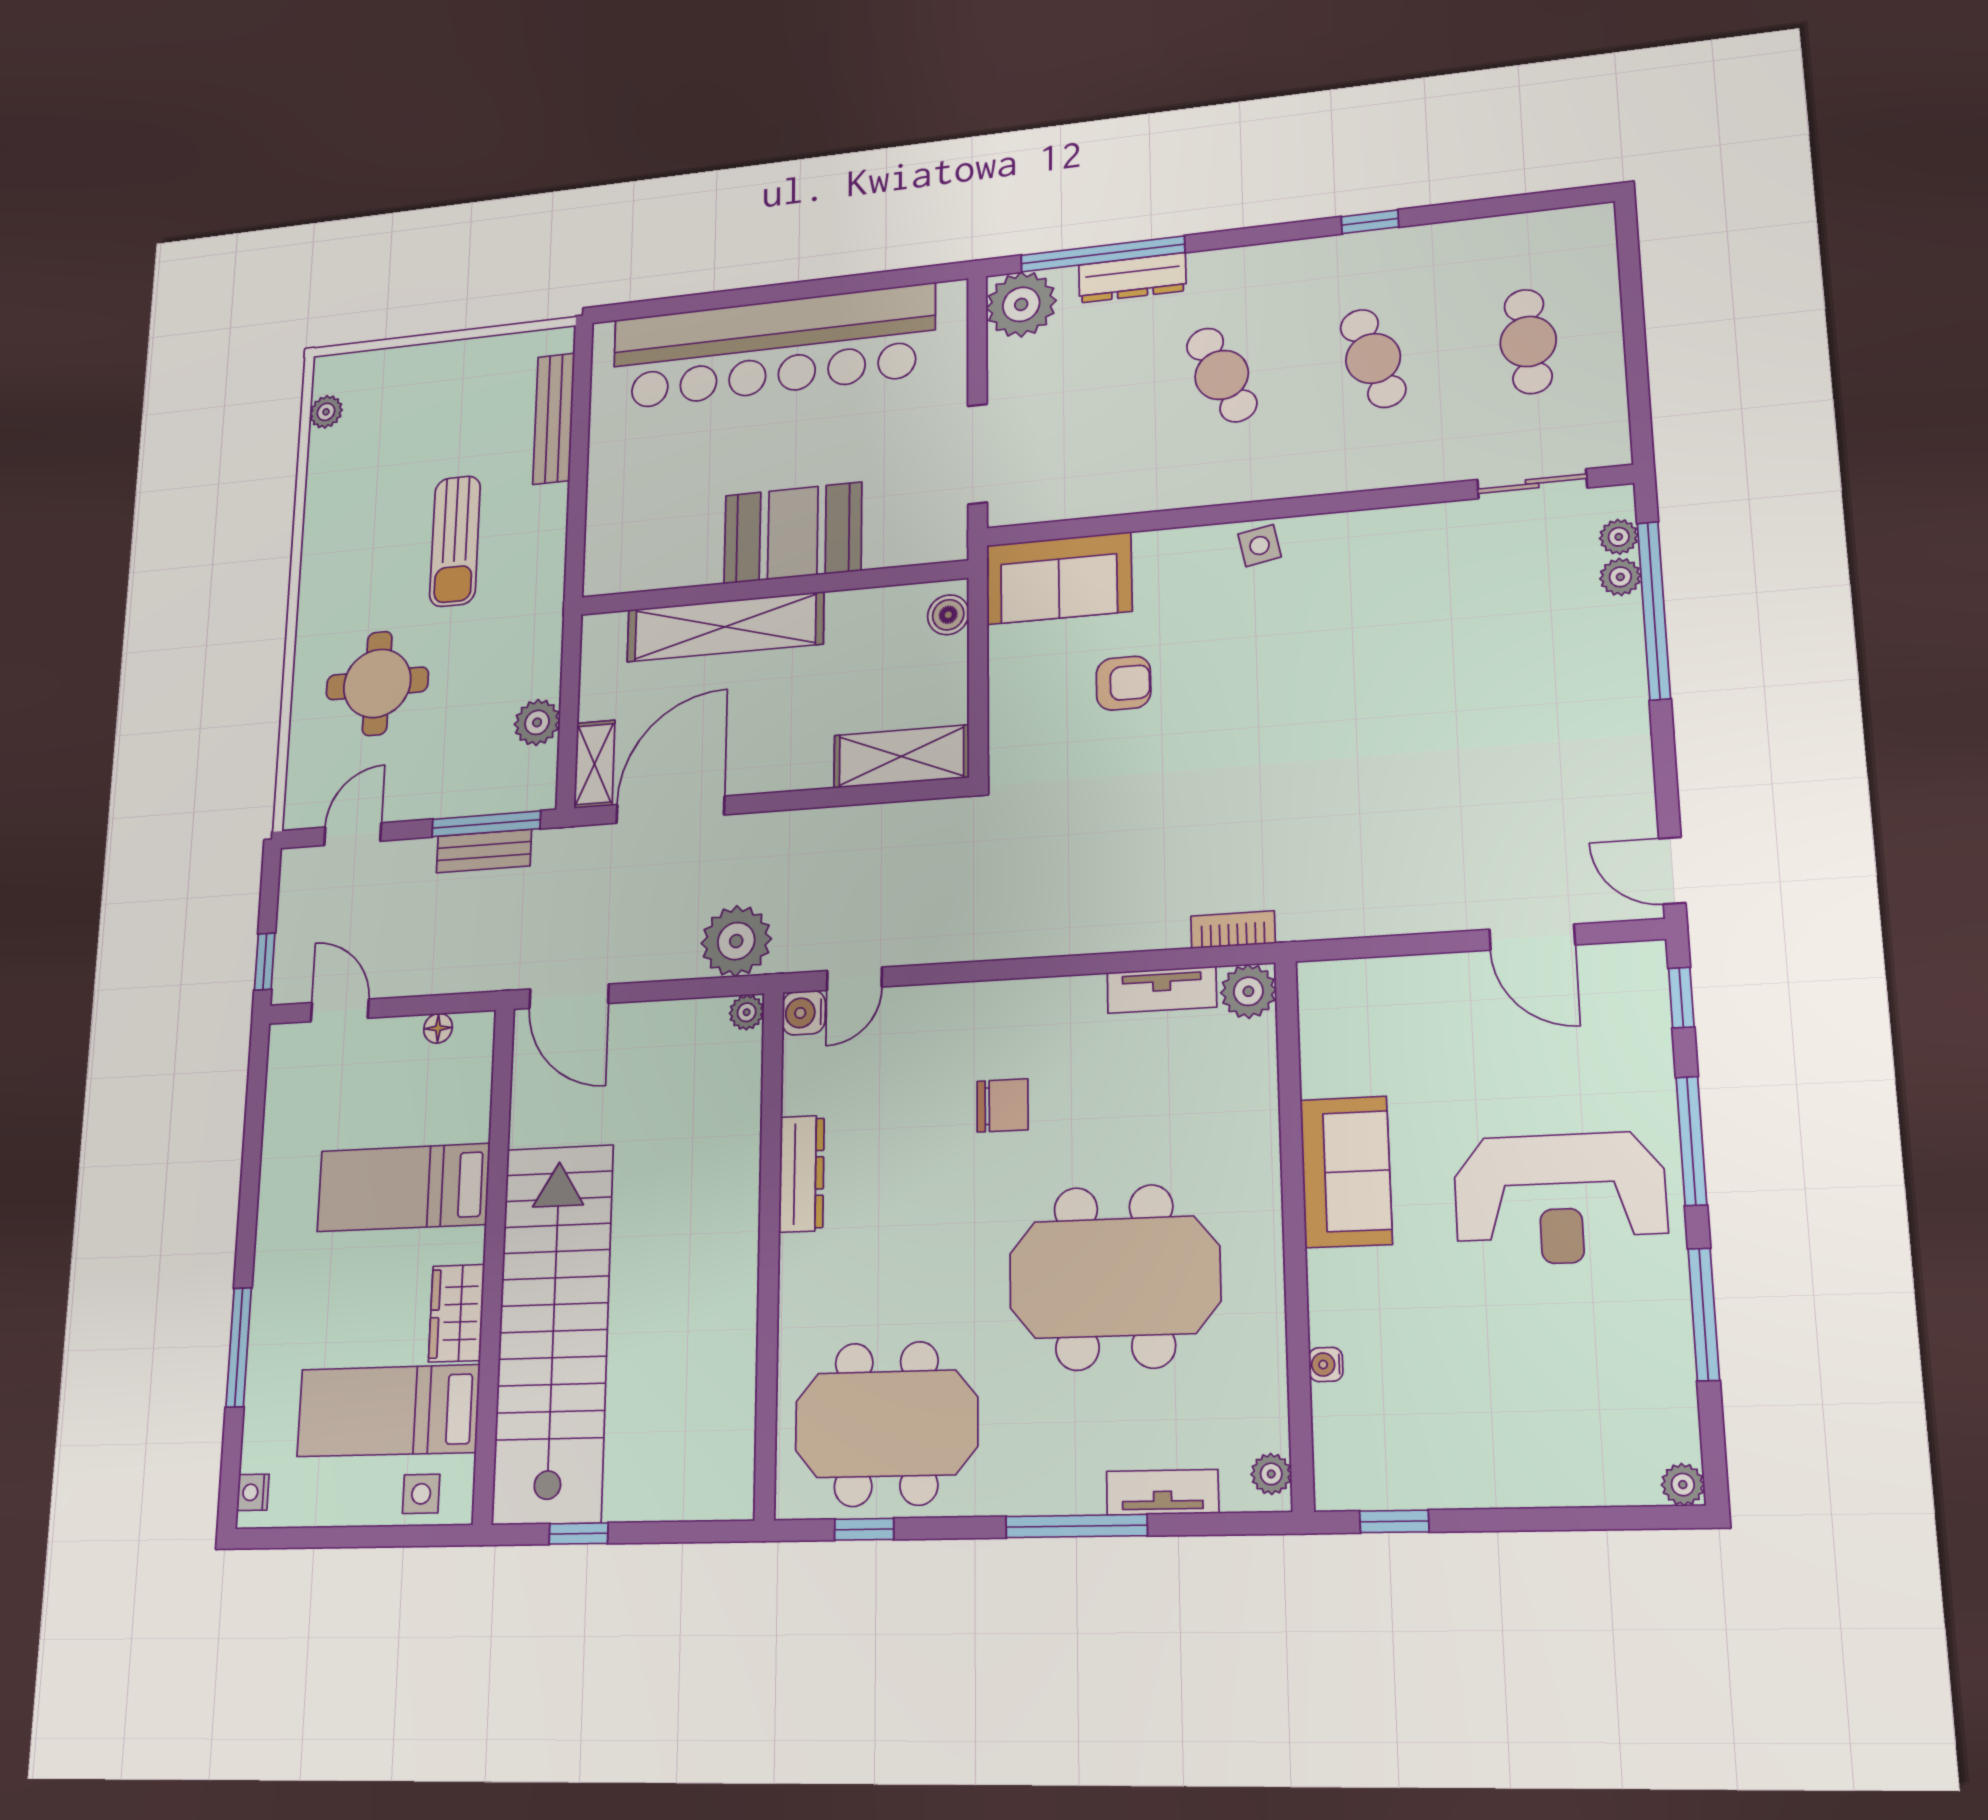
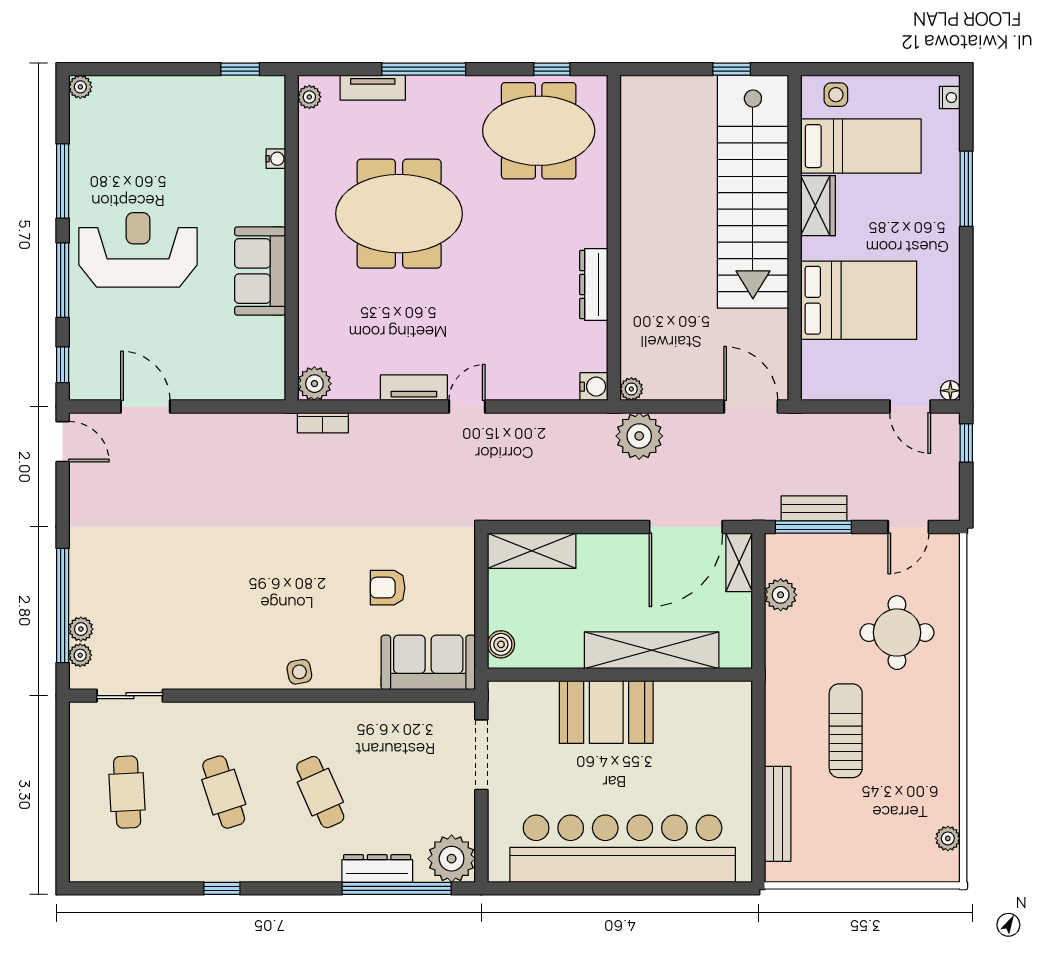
door: (854, 979) -> (467, 407), moved
tv unit: (1162, 990) -> (414, 388), moved
floor lamp: (438, 1028) -> (950, 391), moved
chair: (1003, 1105) -> (467, 321), removed
bed: (403, 1188) -> (859, 300), width x1.50

